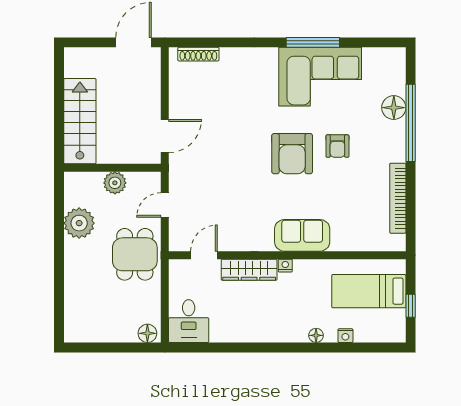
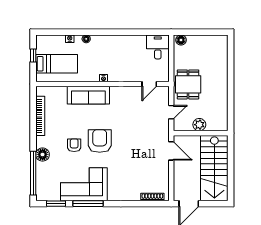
window: (370, 42) -> (56, 204), added
floor lamp: (394, 108) -> (43, 155), moved
stairs: (80, 121) -> (214, 168), width x1.36, depth x1.51
window: (411, 123) -> (33, 173), moved
door: (165, 136) -> (171, 151), swing flipped
plant: (79, 223) -> (219, 102), removed
sofa: (302, 235) -> (88, 95), width x1.36
wardrobe: (249, 270) -> (124, 76), removed

